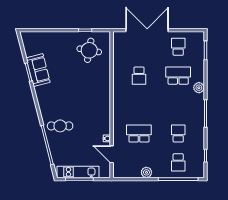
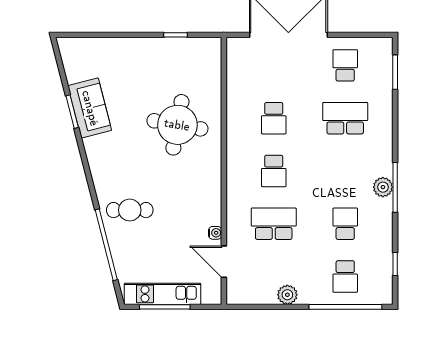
round table: (89, 50) -> (177, 125), moved, width x1.36, depth x1.36
plant: (199, 88) -> (383, 187), moved
school desk: (139, 105) -> (274, 171), added

